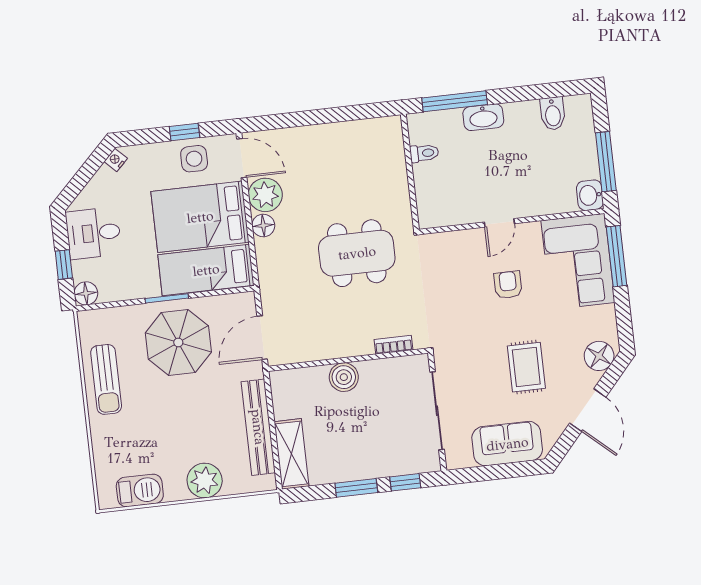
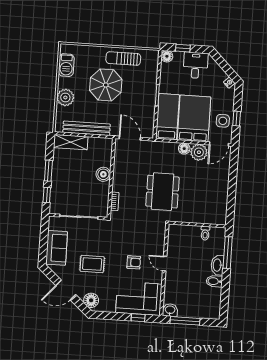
bidet: (553, 113) -> (214, 281), moved
window: (617, 256) -> (138, 318), width x0.46
parasol: (178, 343) -> (106, 85), moved

